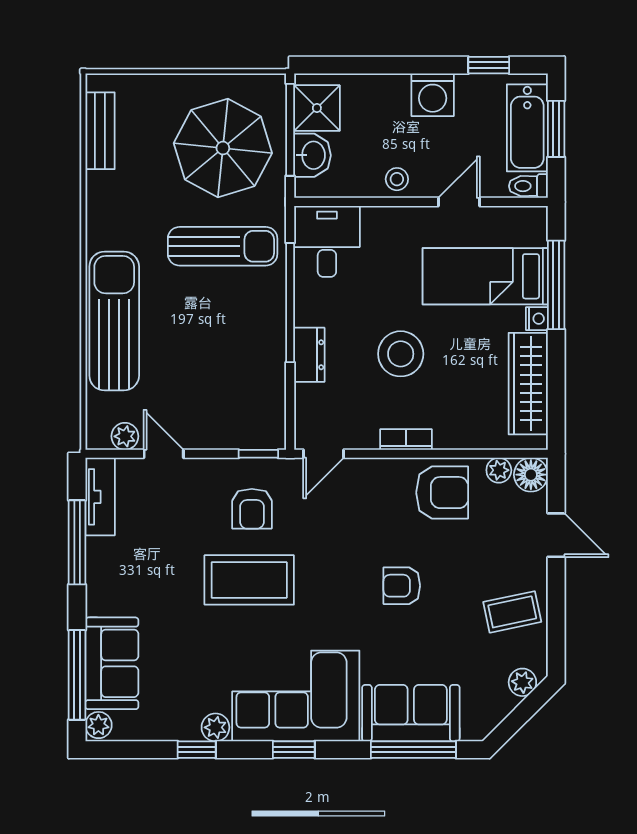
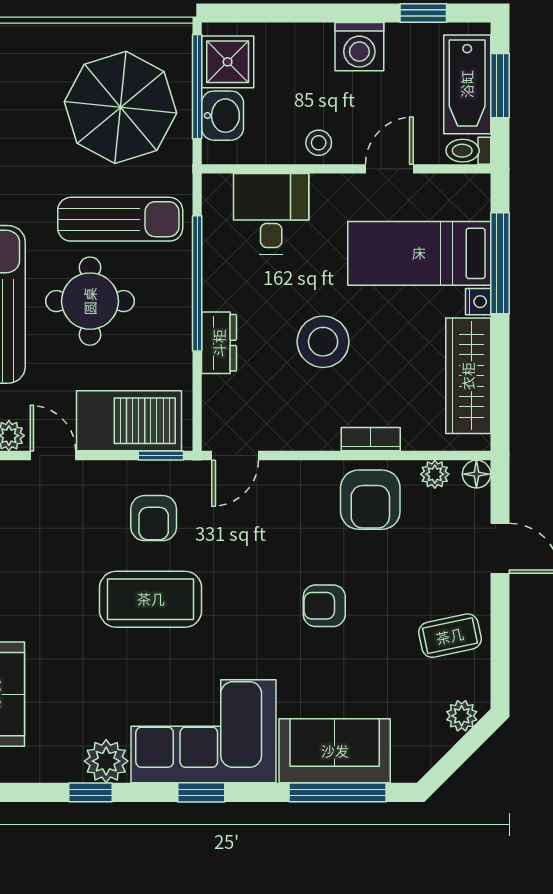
desk: (327, 241) -> (271, 214), moved
round table: (196, 318) -> (90, 301), added
barbecue: (230, 423) -> (129, 421), added
bookcase: (406, 439) -> (371, 439), moved
floor lamp: (531, 475) -> (476, 474), width x0.73, depth x0.73
armchair: (442, 493) -> (370, 500), turned 90
plant: (215, 727) -> (106, 761), width x1.38, depth x1.38

